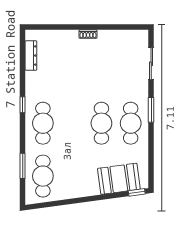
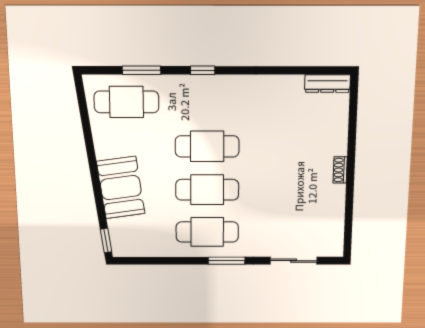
dresser: (31, 55) -> (327, 84), moved
window: (23, 105) -> (203, 70), moved
cafe table: (43, 123) -> (207, 146), moved
booth: (119, 179) -> (121, 188), moved

